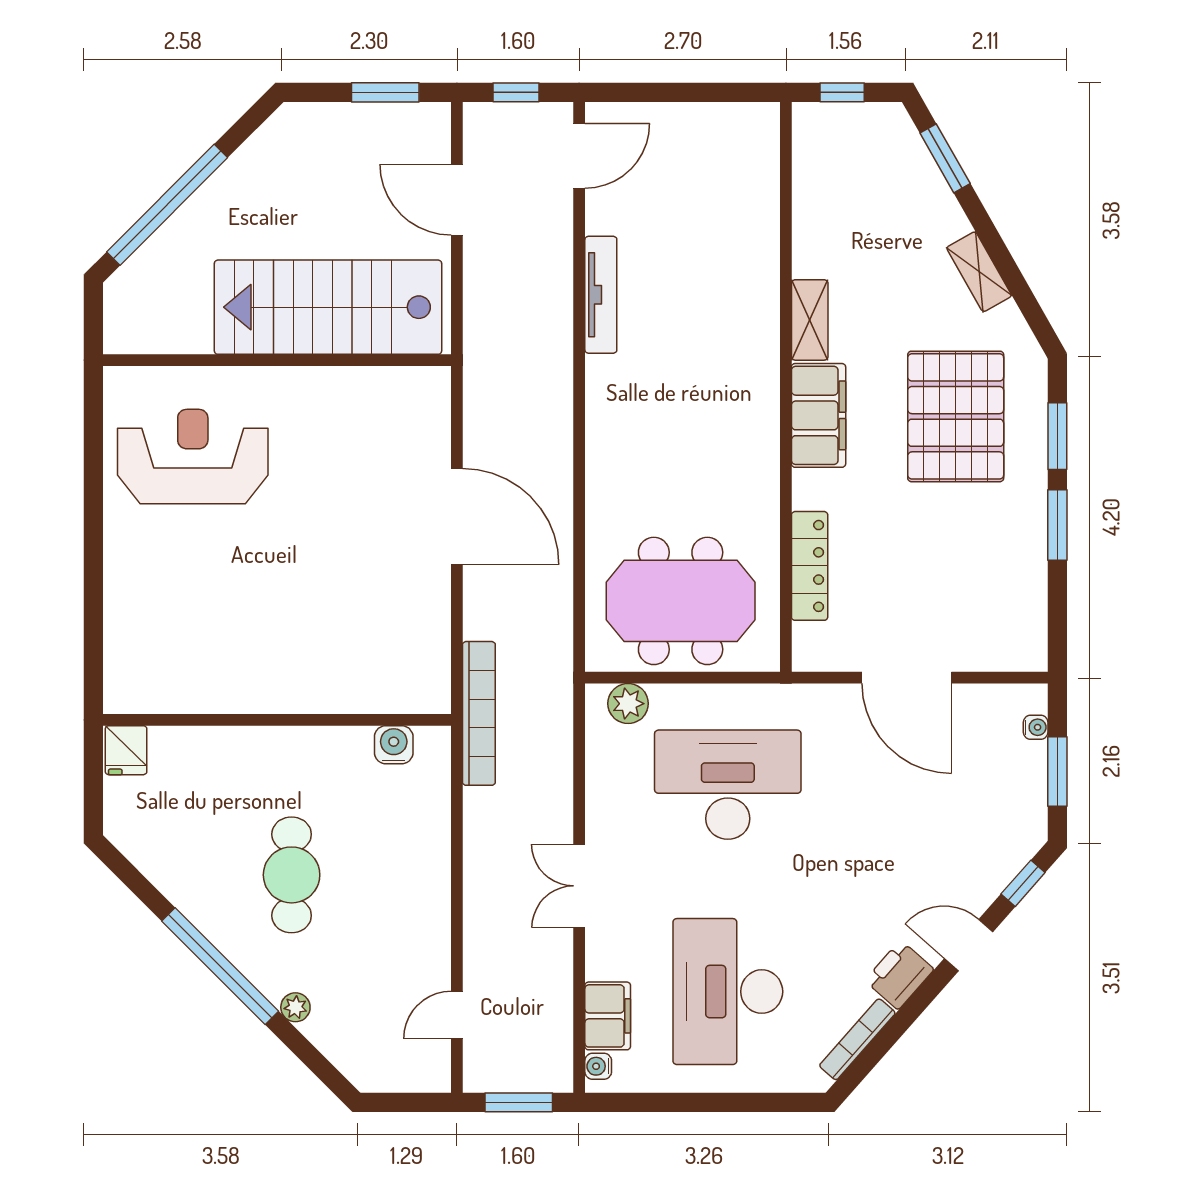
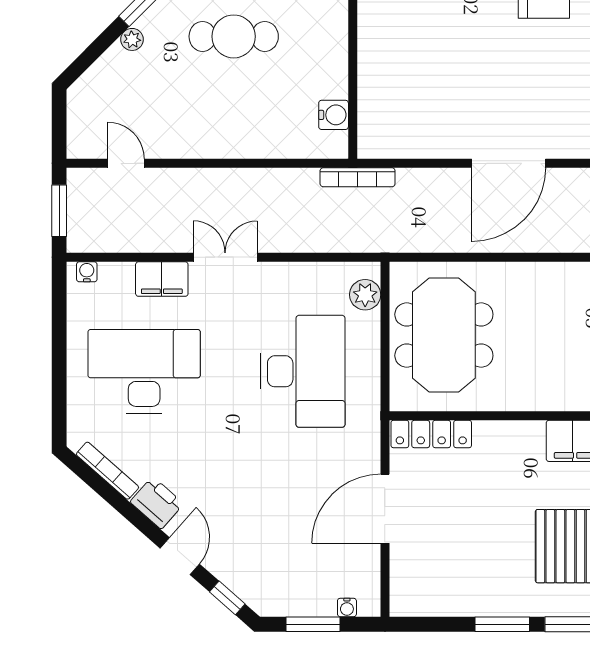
locker: (810, 566) -> (431, 434), moved
bookcase: (479, 713) -> (358, 177), width x0.68, depth x0.76
filing cabinet: (608, 1016) -> (162, 279), moved

